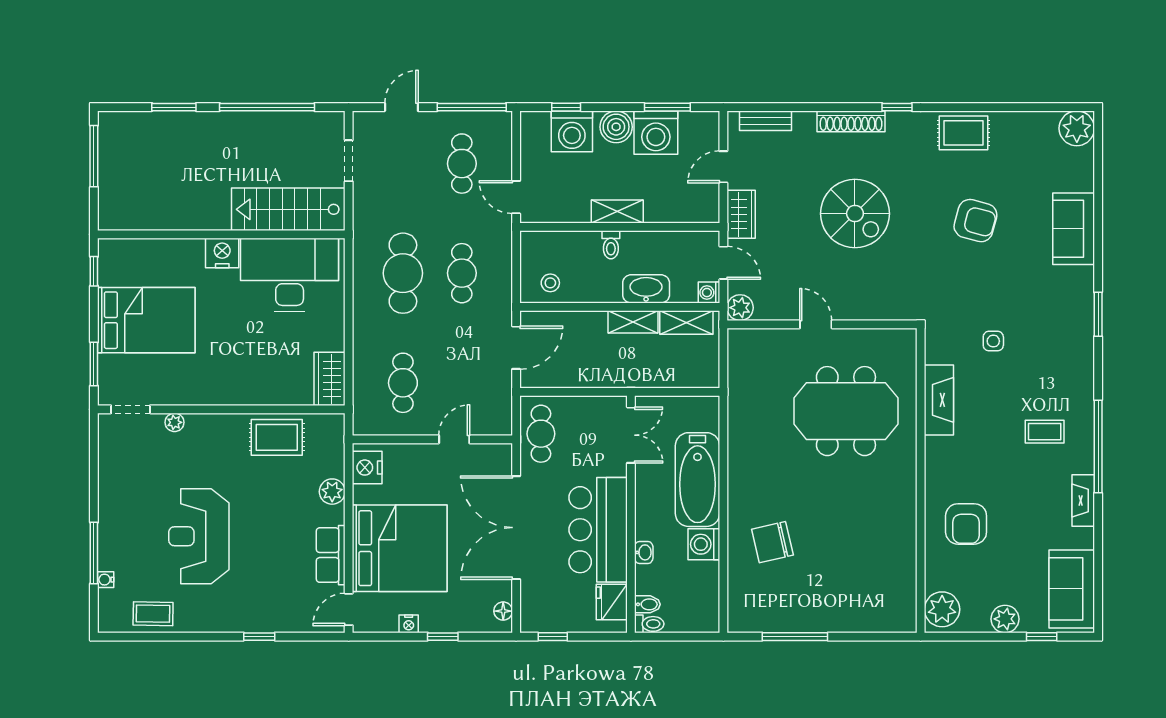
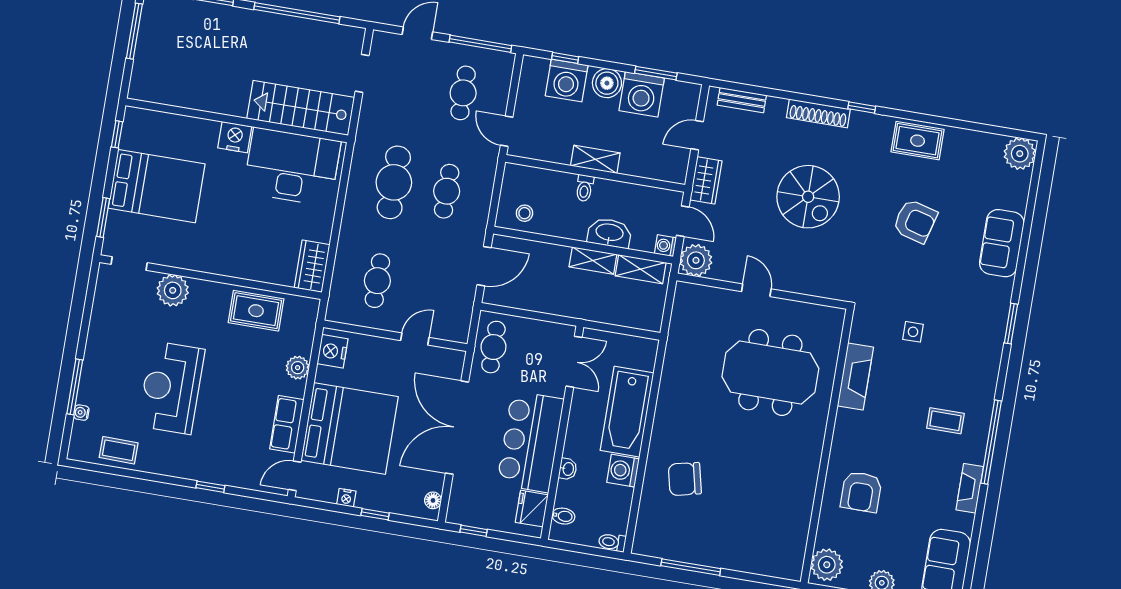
plant: (740, 308) -> (696, 260), width x1.36, depth x1.36
plant: (175, 422) -> (173, 290), width x1.88, depth x1.88
toilet: (649, 624) -> (612, 542), moved, turned 180

